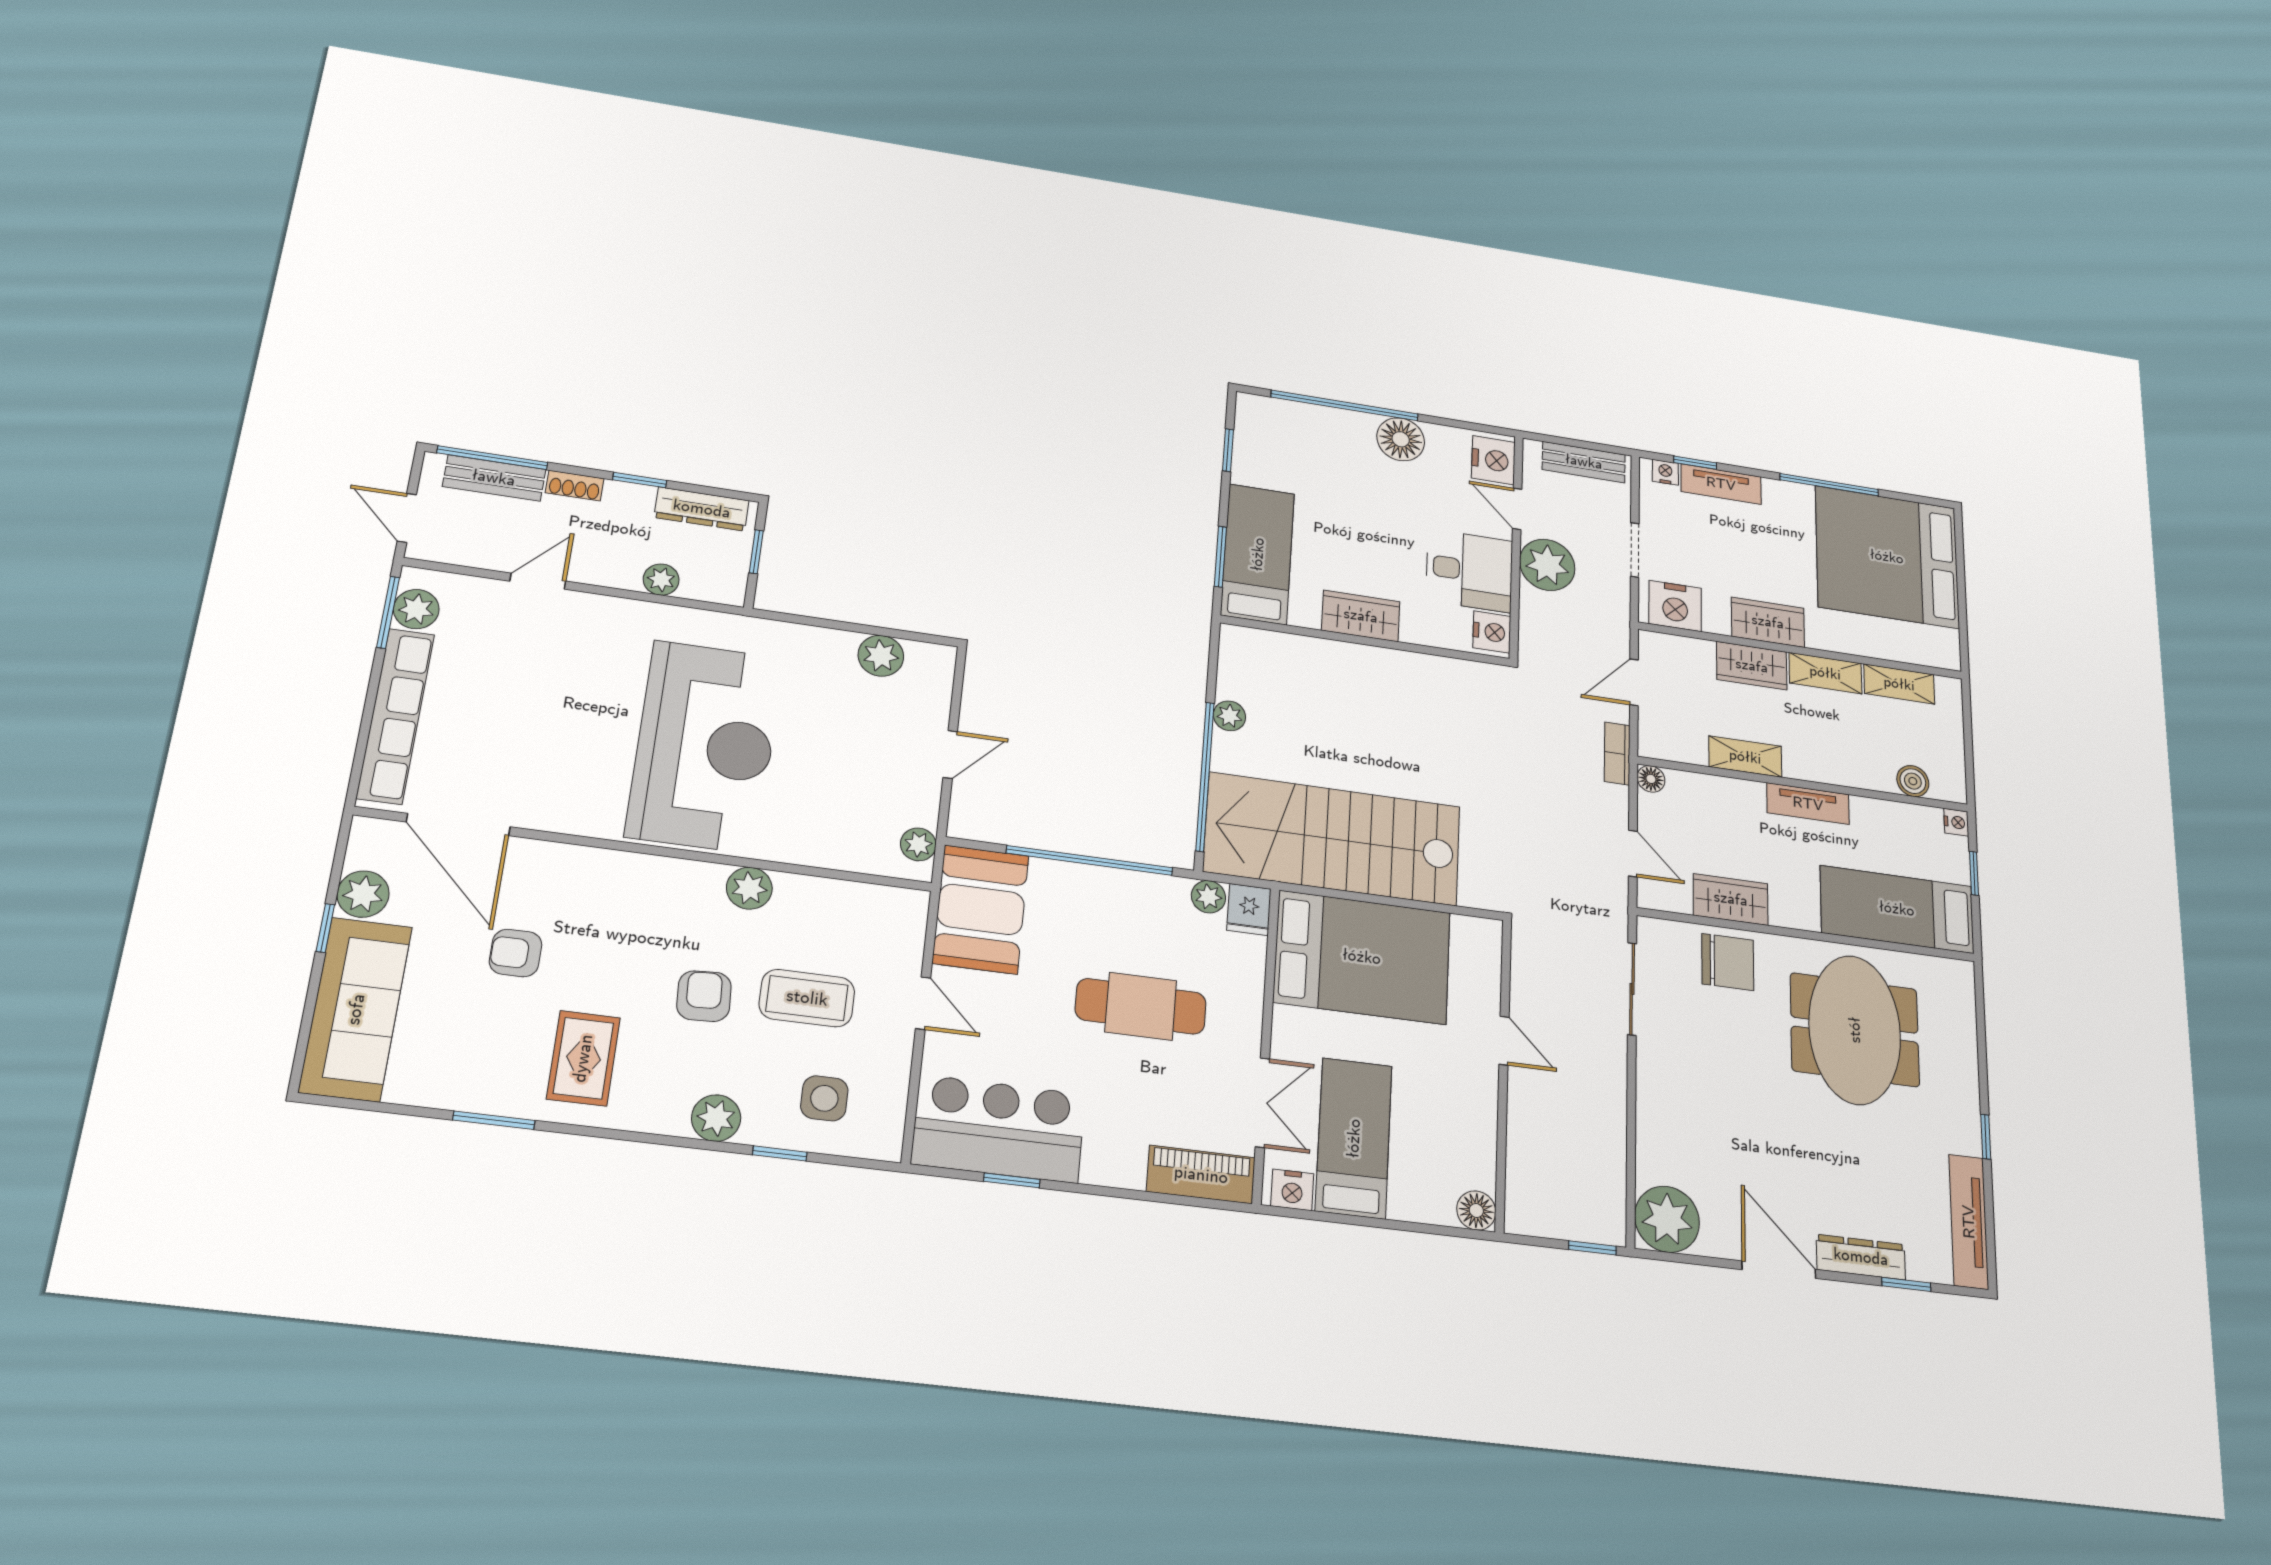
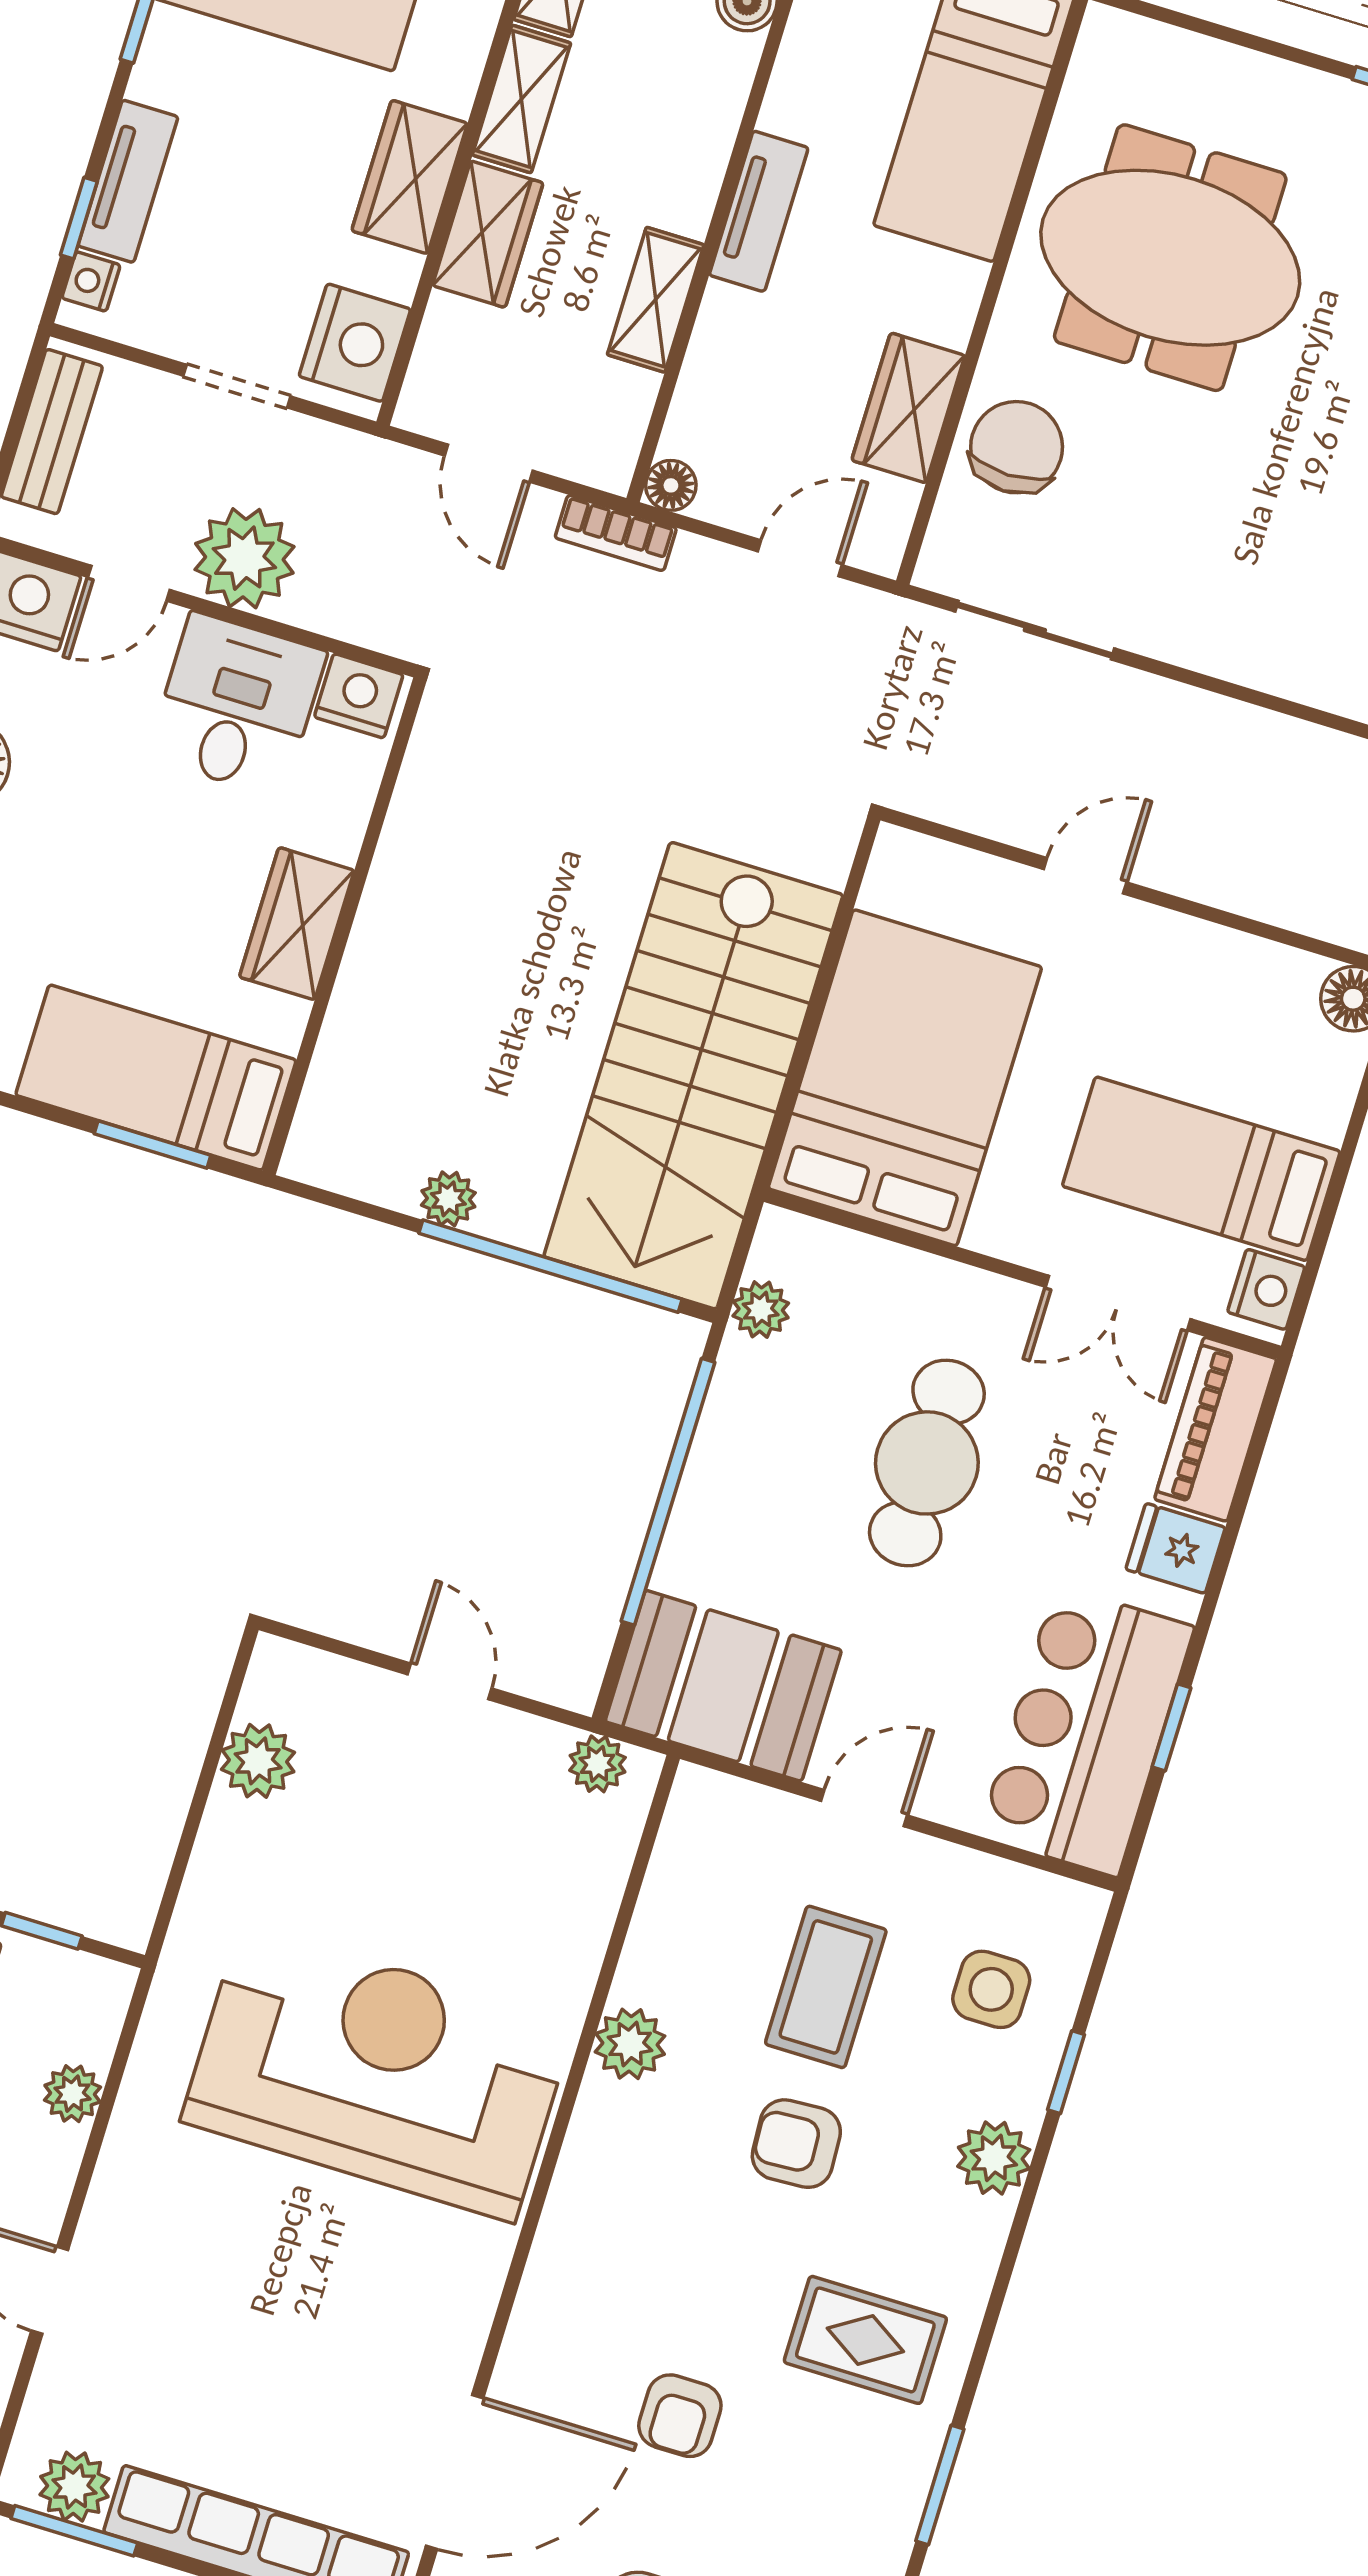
fridge: (1249, 910) -> (1176, 1548), moved, turned 180
double door: (1262, 1103) -> (1118, 1303), swing flipped

